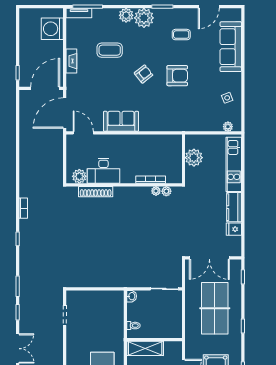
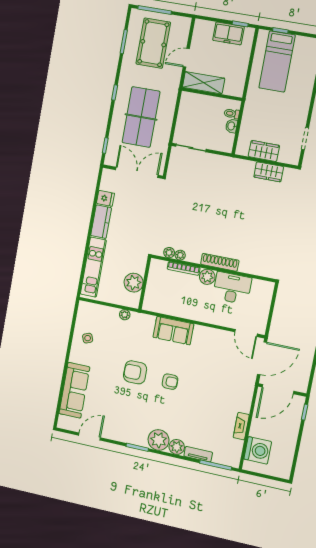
tv unit: (79, 13) -> (198, 454), moved
coffee table: (181, 35) -> (123, 414), removed
coffee table: (110, 50) -> (201, 414), removed
fireplace: (71, 61) -> (241, 426), moved
armchair: (144, 74) -> (170, 382), turned -142
sofa: (121, 121) -> (173, 331), moved
plant: (228, 127) -> (125, 315), moved
plant: (79, 176) -> (207, 277), moved
shoe rack: (96, 192) -> (220, 262), moved
wardrobe: (91, 280) -> (269, 172), added
washbasin: (132, 296) -> (232, 126), moved
wardrobe: (99, 298) -> (264, 151), added
shelving: (145, 348) -> (204, 83), moved

